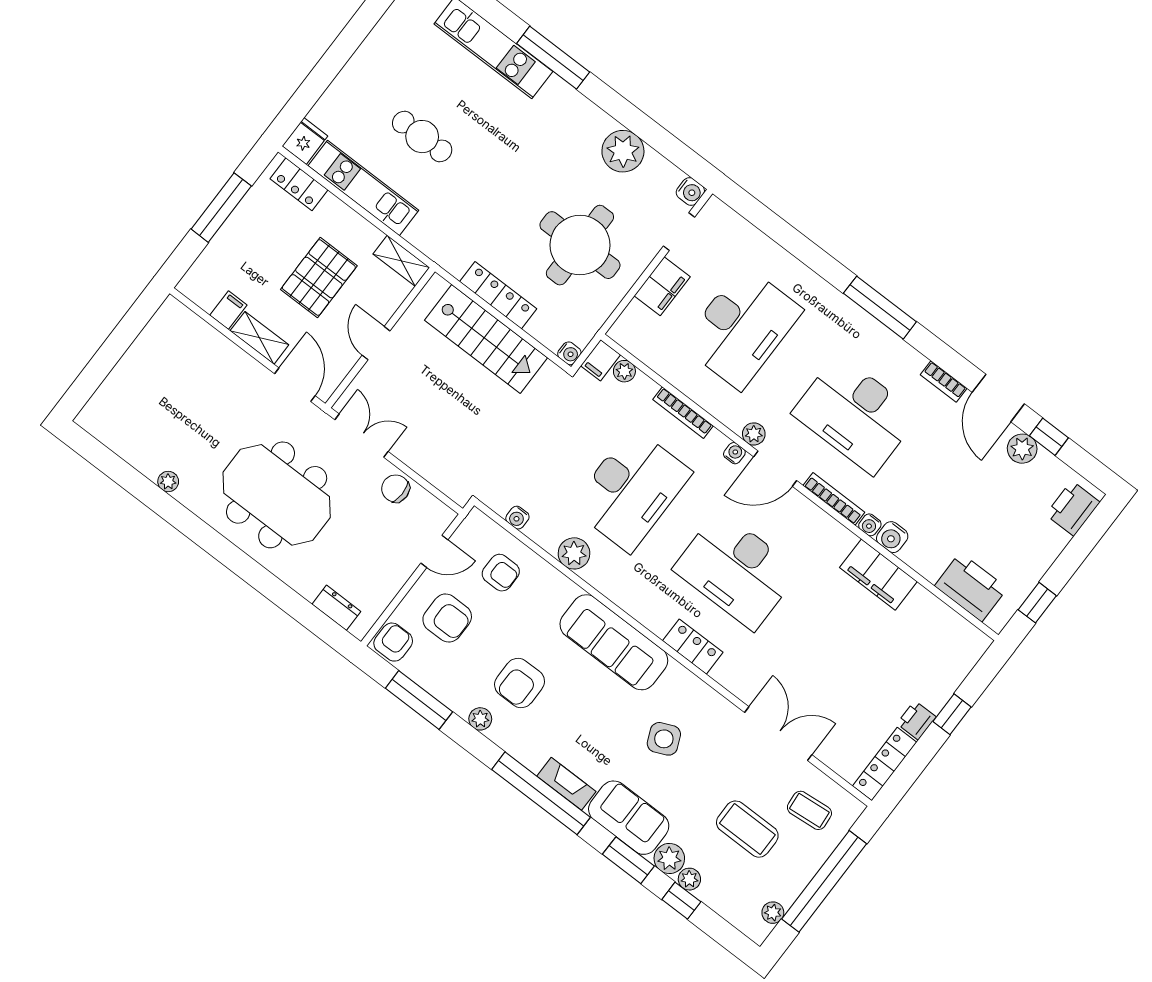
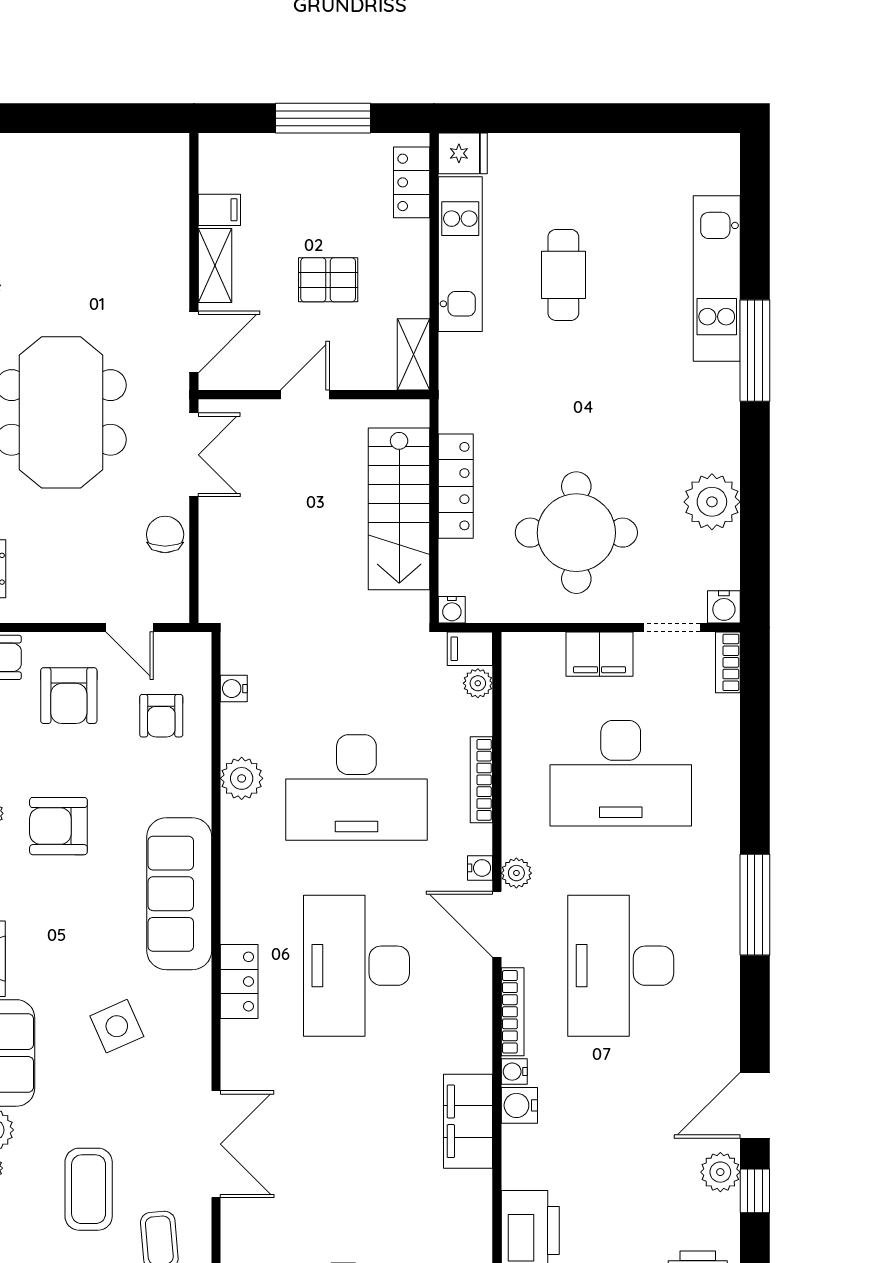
pallet: (319, 278) -> (328, 280), width x0.67, depth x0.71
bookcase: (944, 381) -> (728, 662), moved

